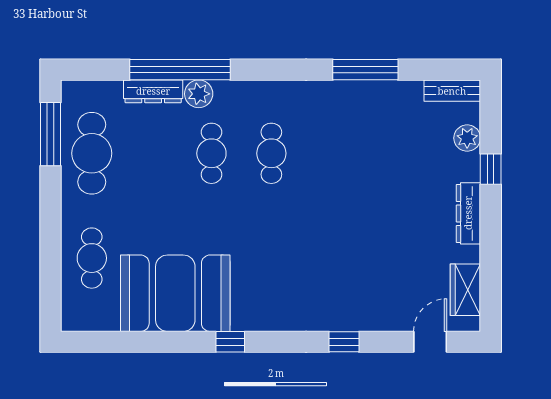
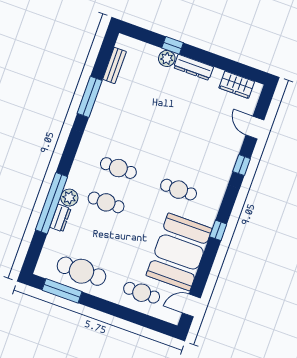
dresser: (153, 91) -> (60, 218), width x0.70
bench: (452, 91) -> (114, 65), moved
plant: (467, 138) -> (167, 59), moved
cafe table: (271, 258) -> (179, 190), added
door: (100, 342) -> (191, 305), added
door: (430, 342) -> (255, 128), moved

